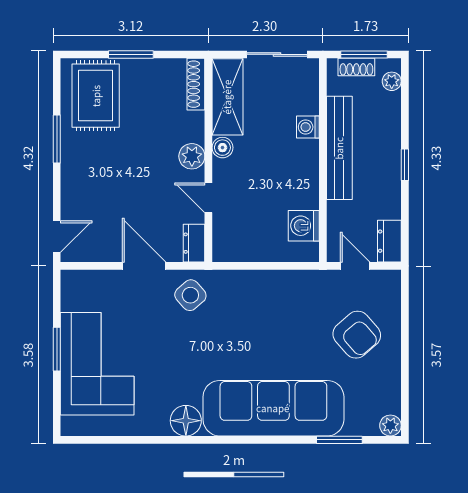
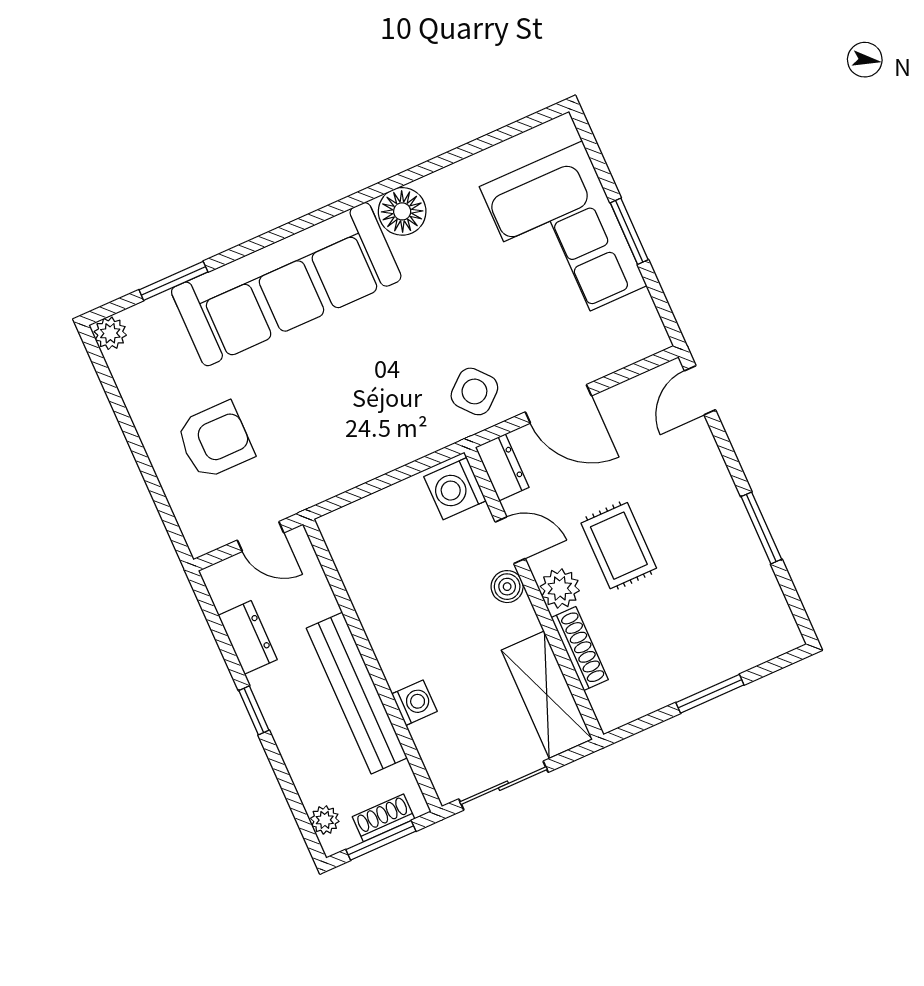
shoe rack: (196, 84) -> (580, 649), moved
rug: (96, 96) -> (619, 546), moved, width x0.73, depth x0.70
boiler: (222, 148) -> (507, 587), moved
washing machine: (304, 226) -> (455, 489), moved, turned 180
dresser: (389, 241) -> (248, 637), moved
armchair: (357, 335) -> (215, 440), turned 131

